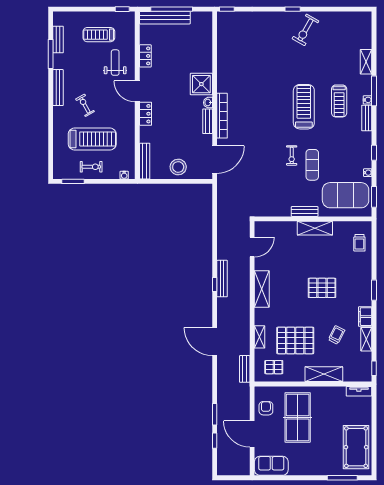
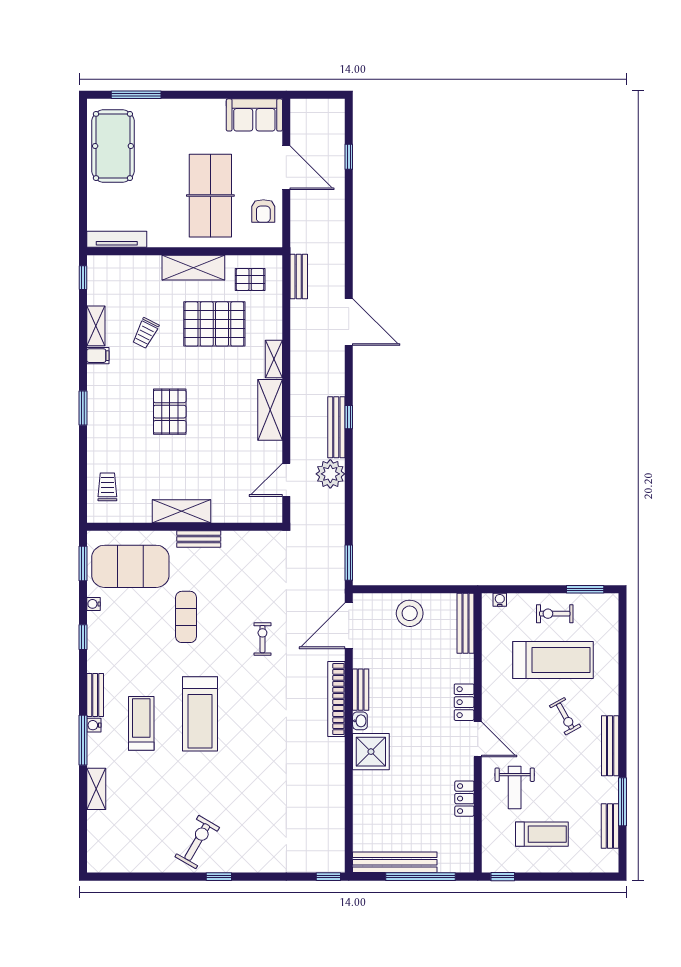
bench: (165, 18) -> (395, 862), moved
treadmill: (92, 139) -> (553, 660), turned 180
exercise bike: (292, 155) -> (262, 639), moved
plant: (226, 251) -> (330, 474), added
pallet: (322, 288) -> (170, 412), turned 90
filing cabinet: (365, 317) -> (98, 356), width x0.50
shelving: (260, 337) -> (274, 359), moved
shelving: (324, 374) -> (193, 268), moved
tv unit: (359, 391) -> (117, 239), width x1.41
window: (215, 414) -> (349, 563), moved

